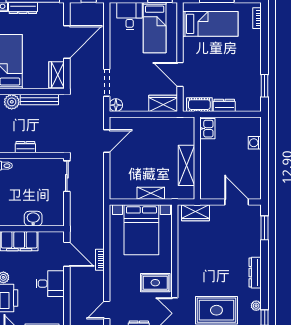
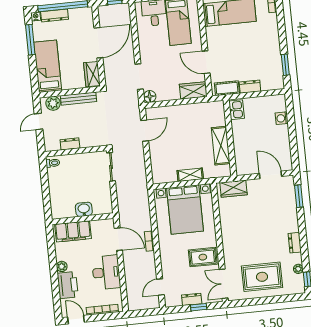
dresser: (255, 273) -> (295, 243), width x0.70
desk: (50, 284) -> (106, 272), width x1.37

